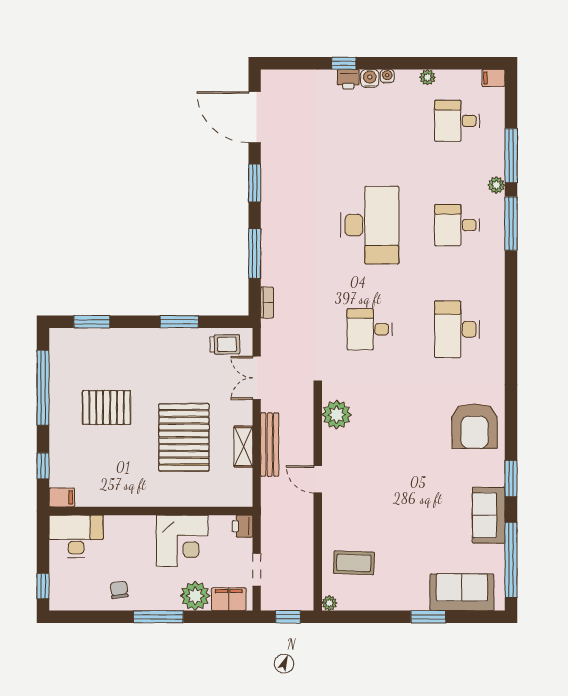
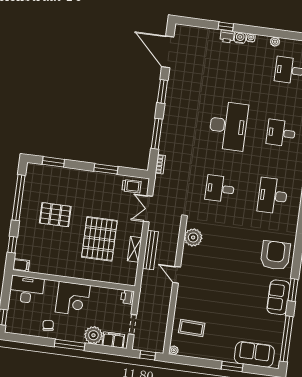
armchair: (475, 426) -> (275, 255), turned 180
sofa: (489, 515) -> (278, 297), moved
corner desk: (182, 541) -> (73, 299), moved

